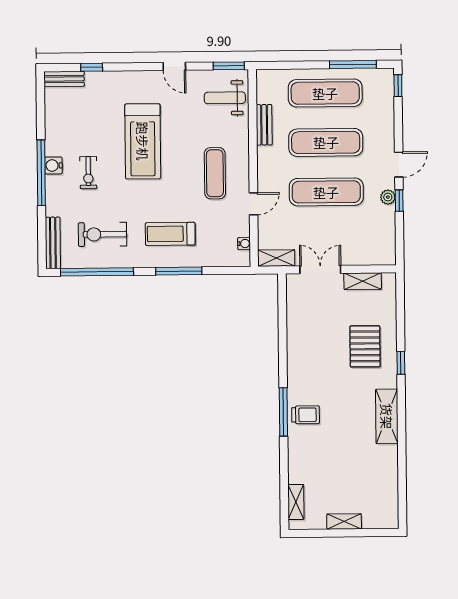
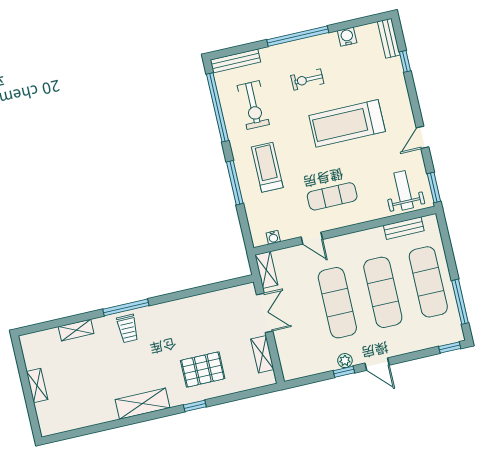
bench: (264, 125) -> (404, 228), moved
water cooler: (53, 165) -> (347, 37), moved
exercise bike: (102, 234) -> (253, 105), turned 180
shelving: (296, 502) -> (76, 330), moved

